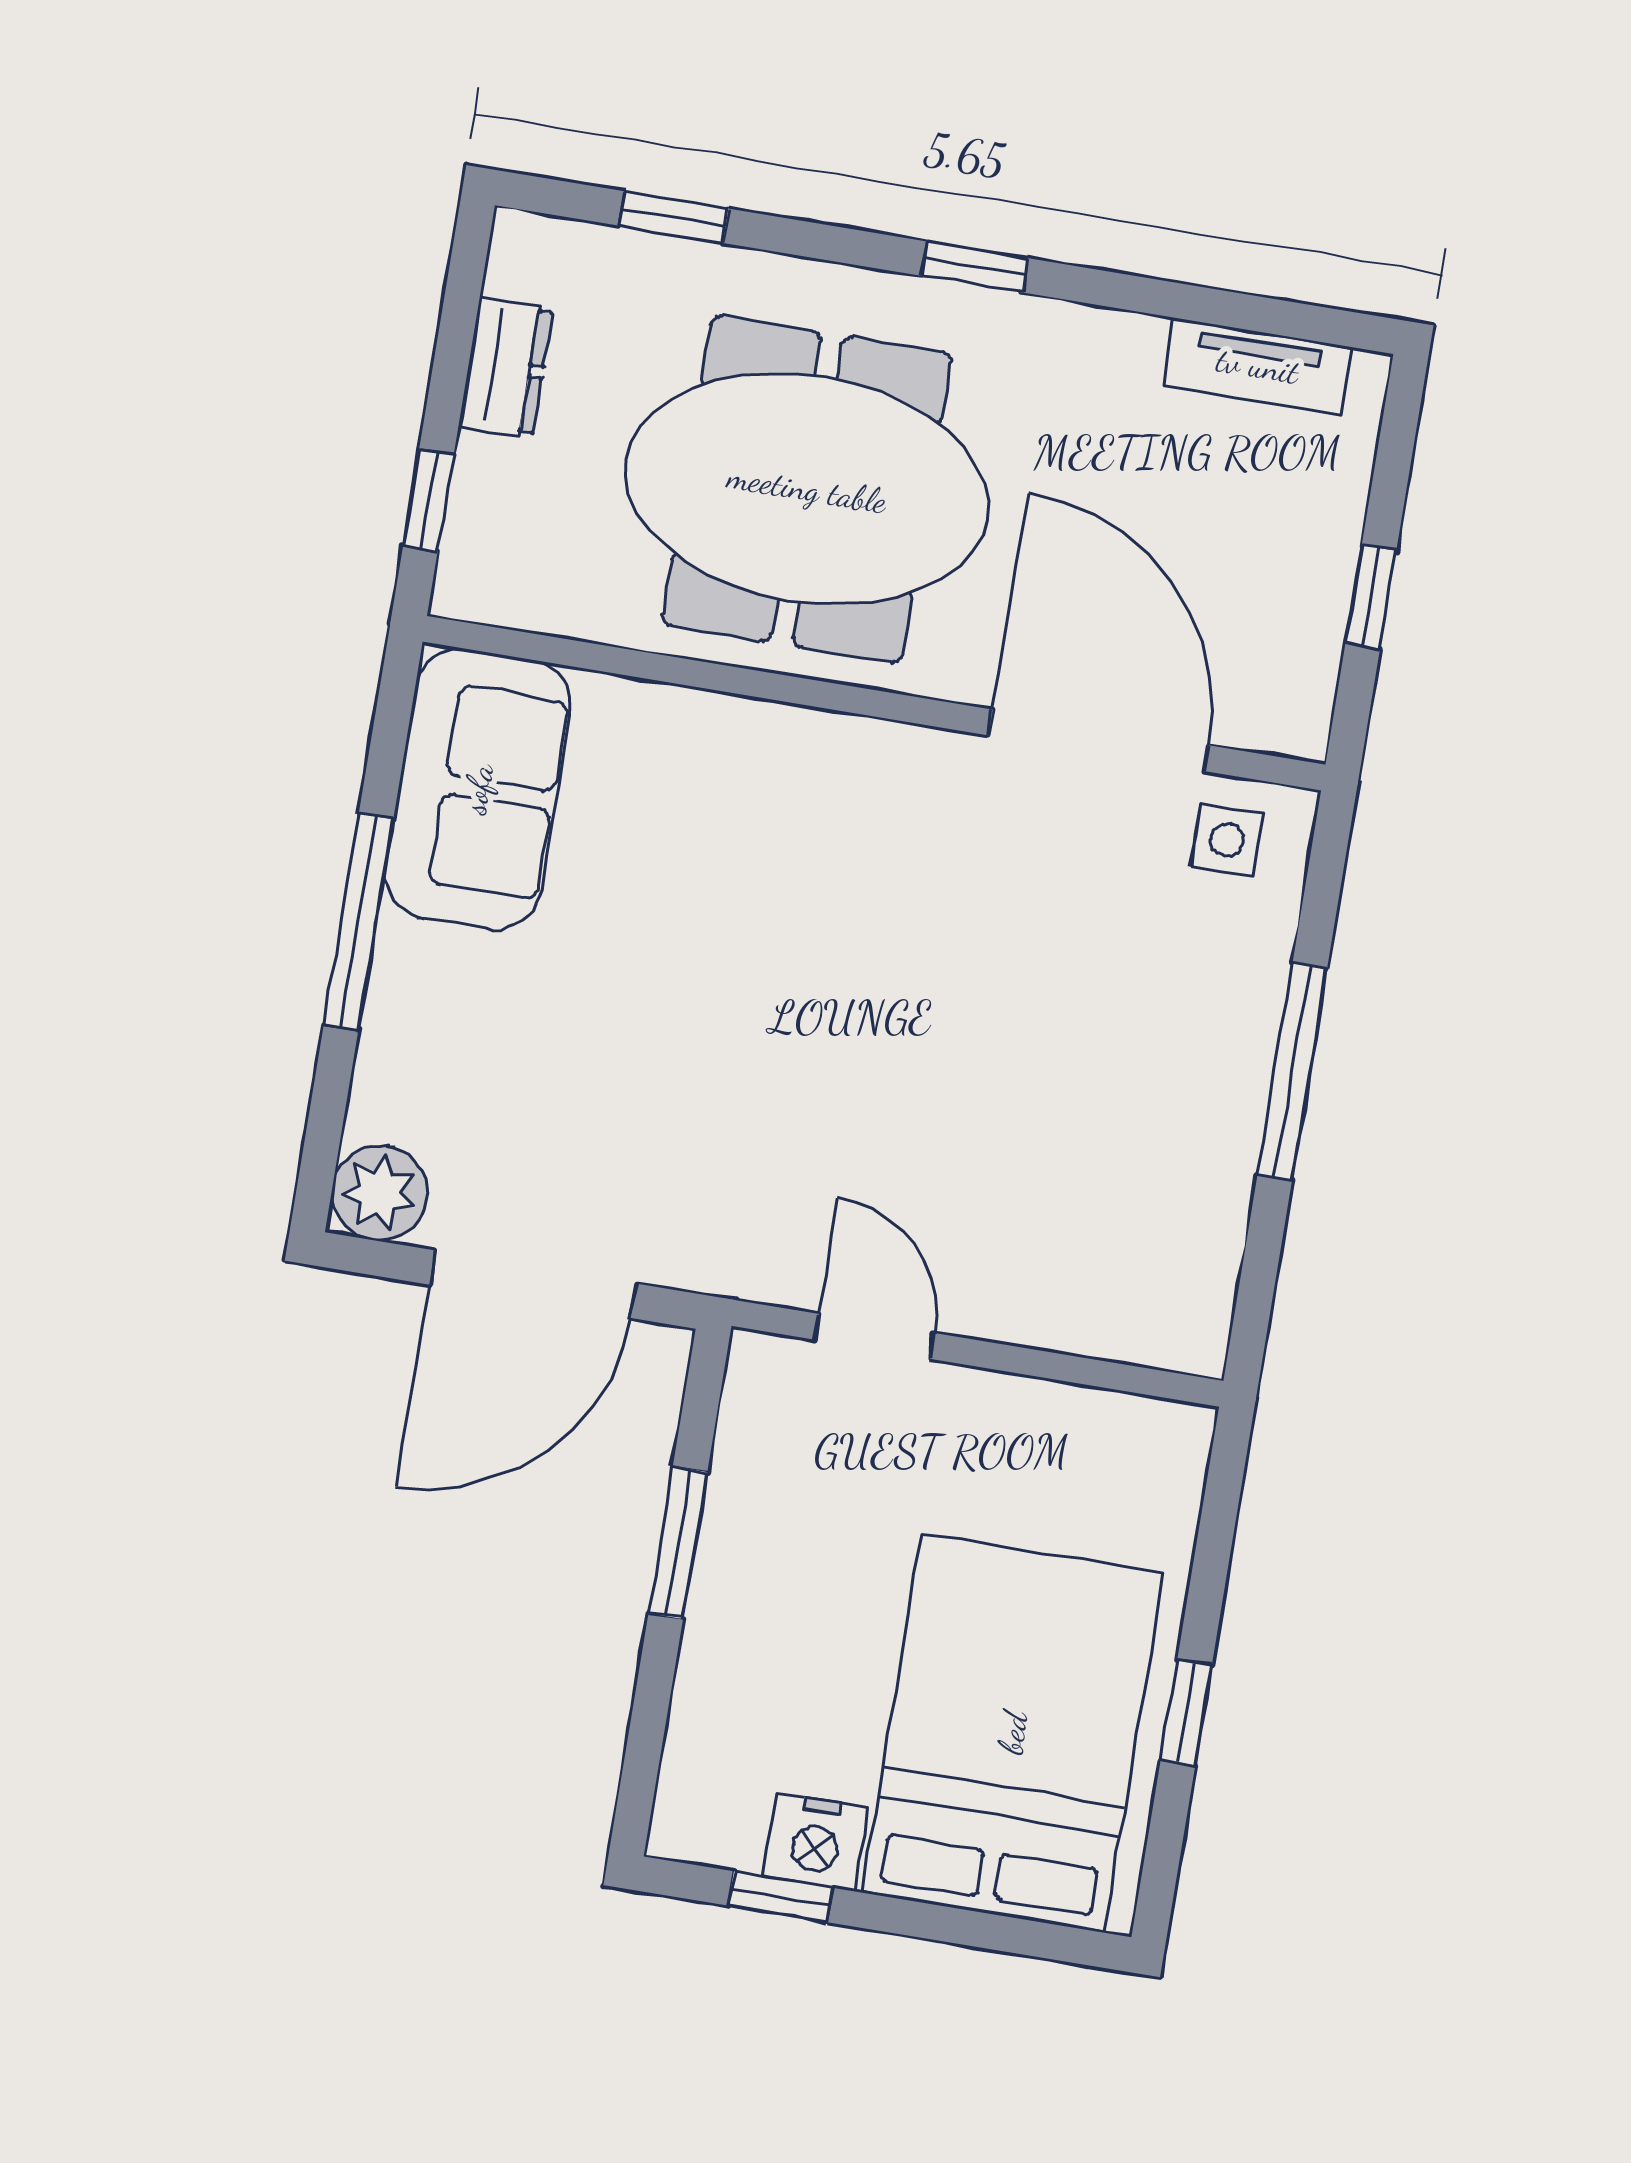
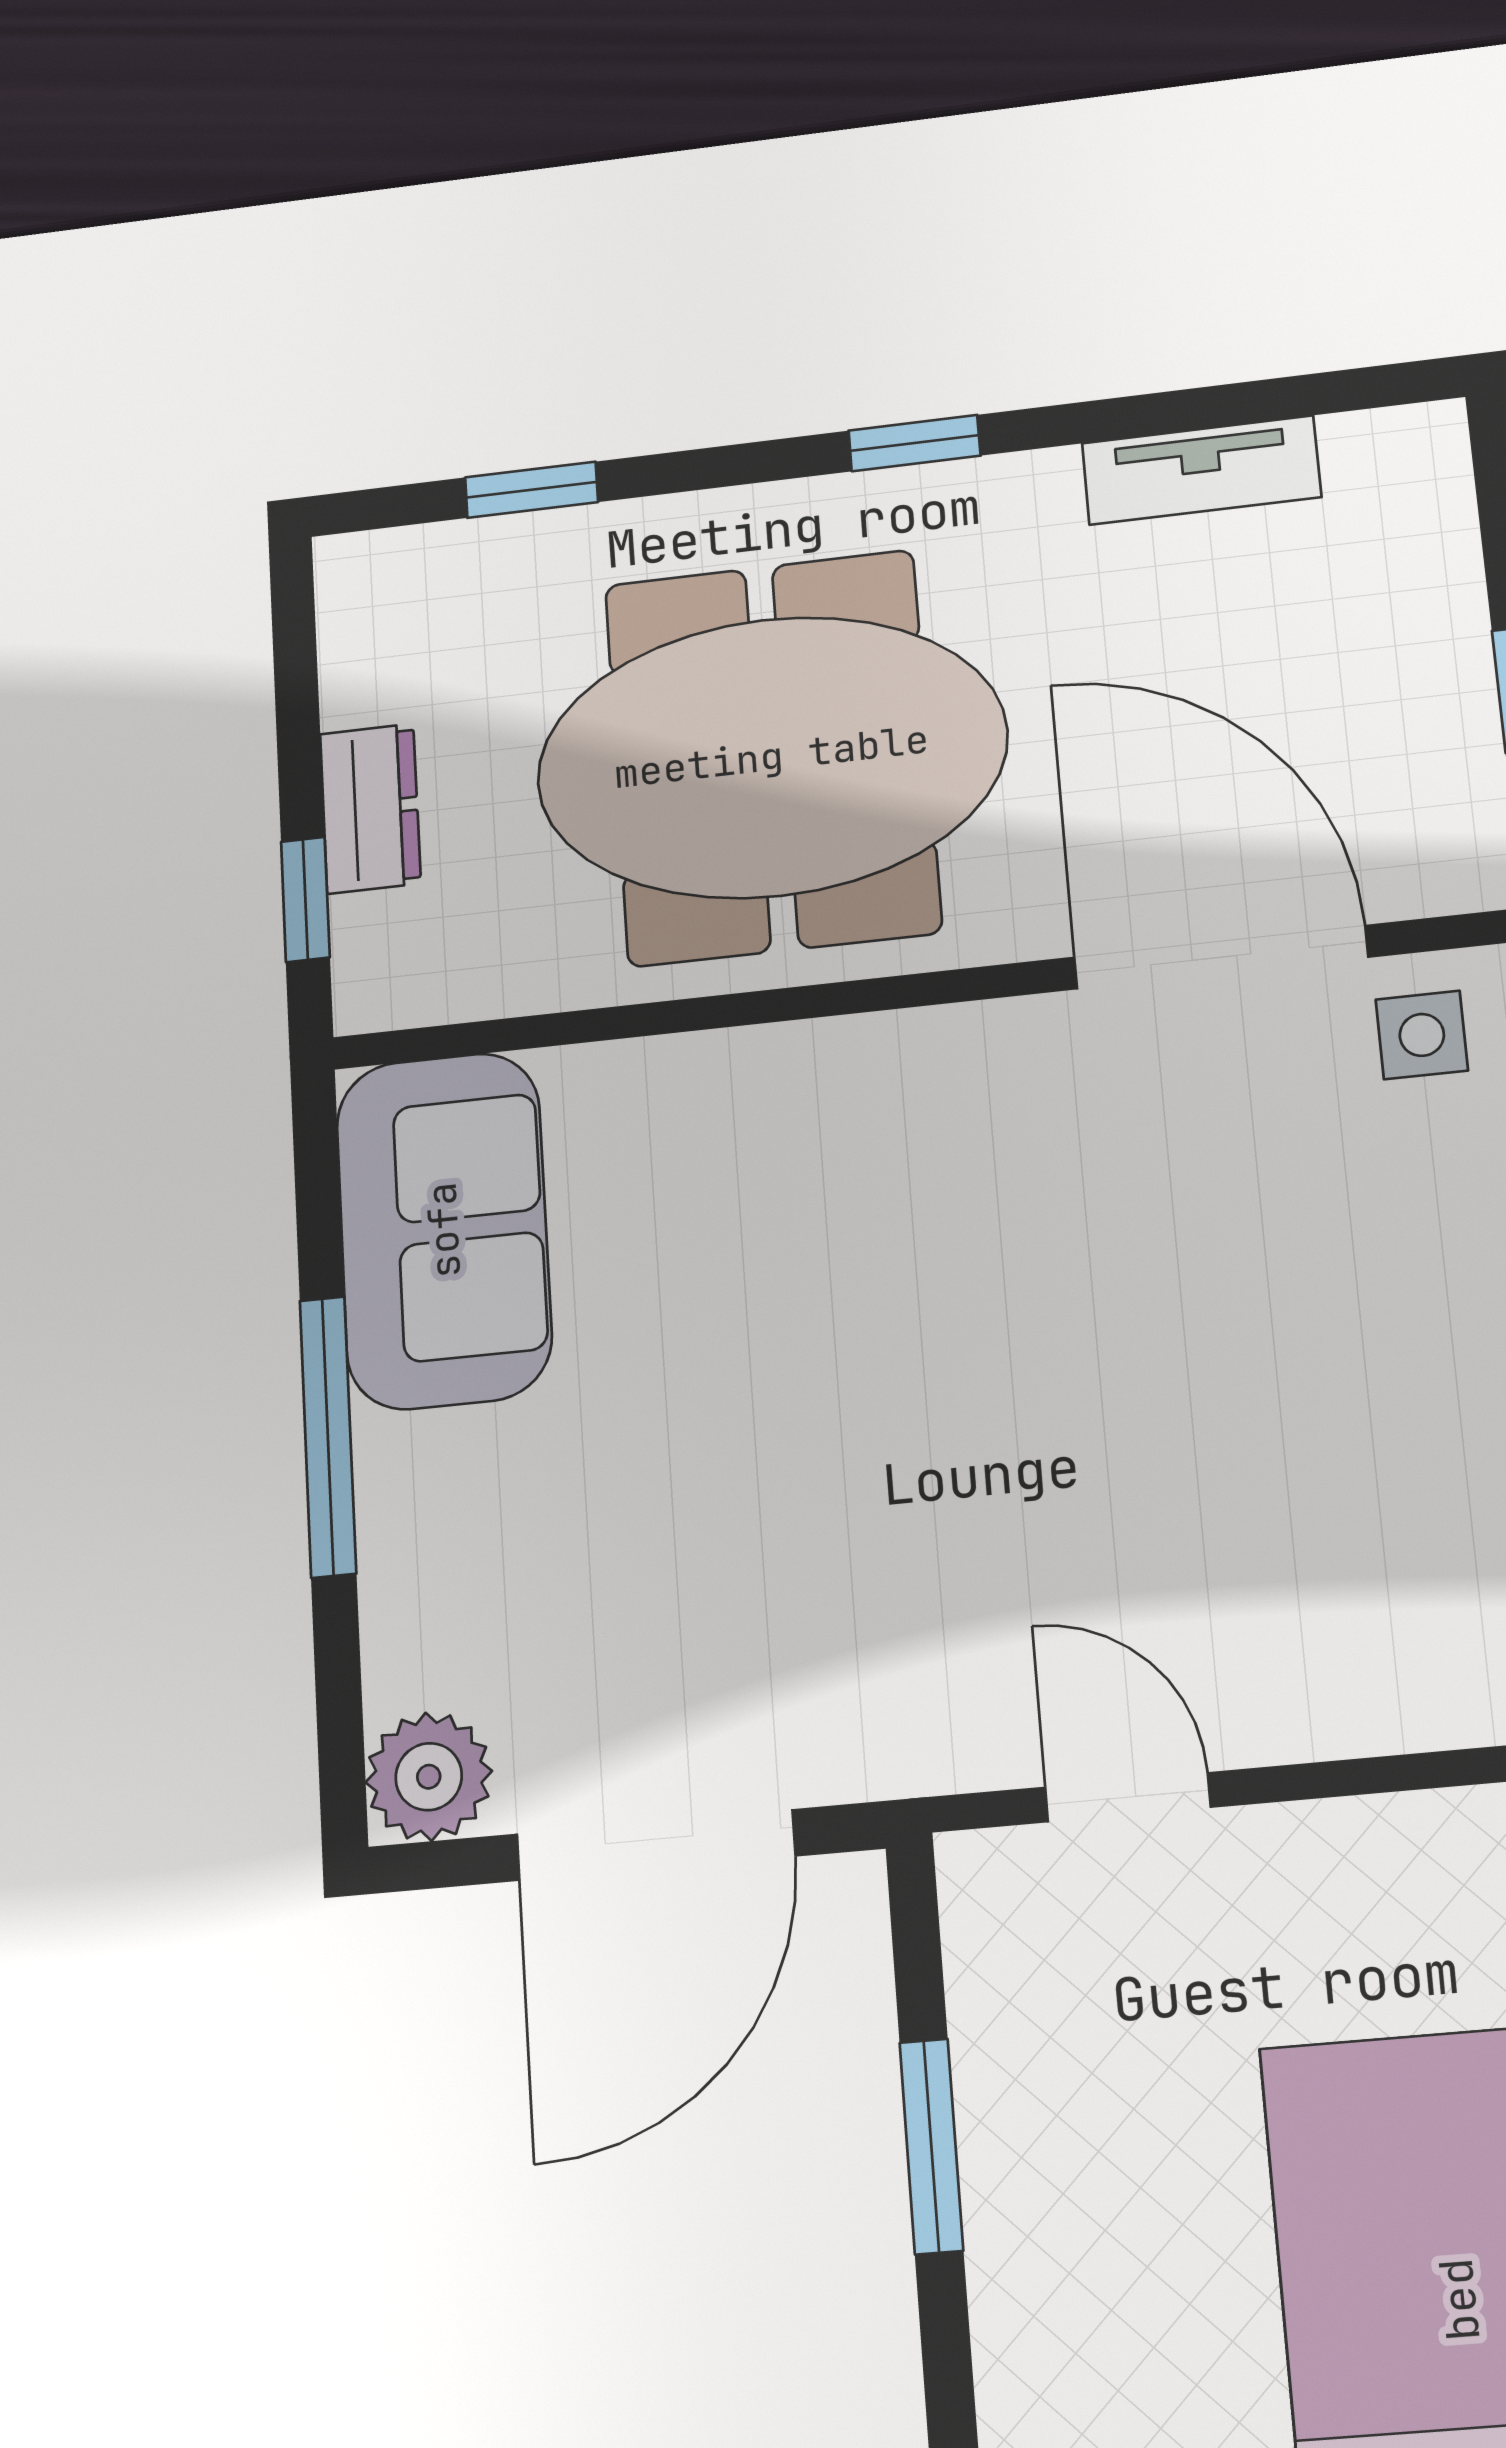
tv unit: (1258, 366) -> (1201, 470), moved
dresser: (506, 367) -> (370, 808), moved

